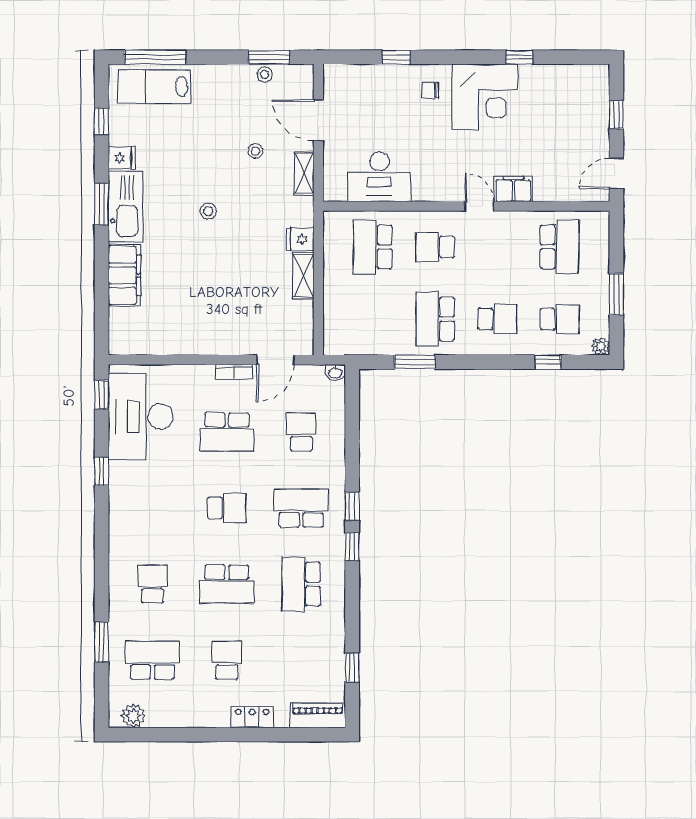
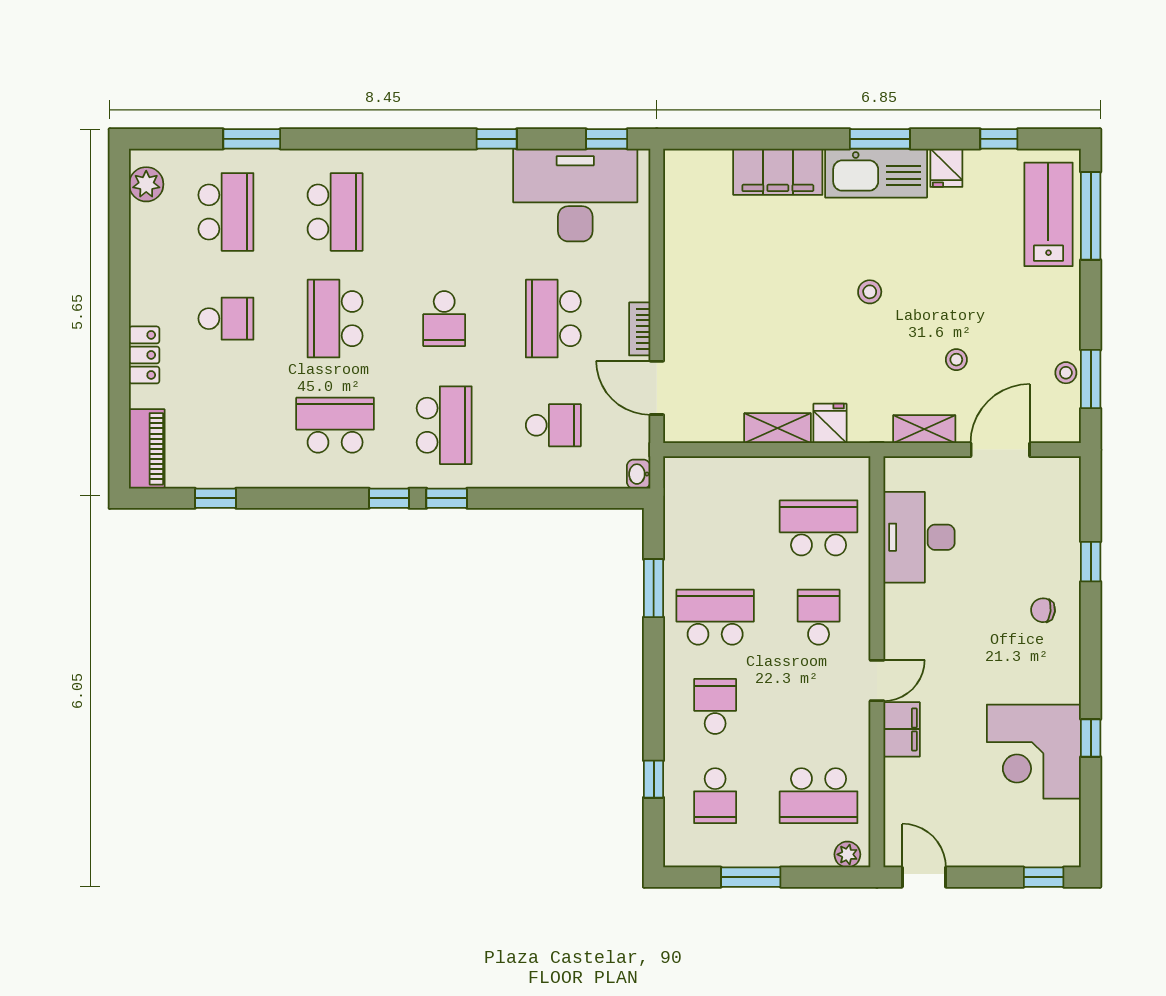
chair: (430, 90) -> (1043, 610), turned -84
corner desk: (485, 97) -> (1034, 752), moved
window: (616, 115) -> (1044, 877), moved
school desk: (497, 319) -> (715, 706), turned 180
plant: (601, 346) -> (847, 854), moved
school desk: (152, 584) -> (335, 212), width x1.85

